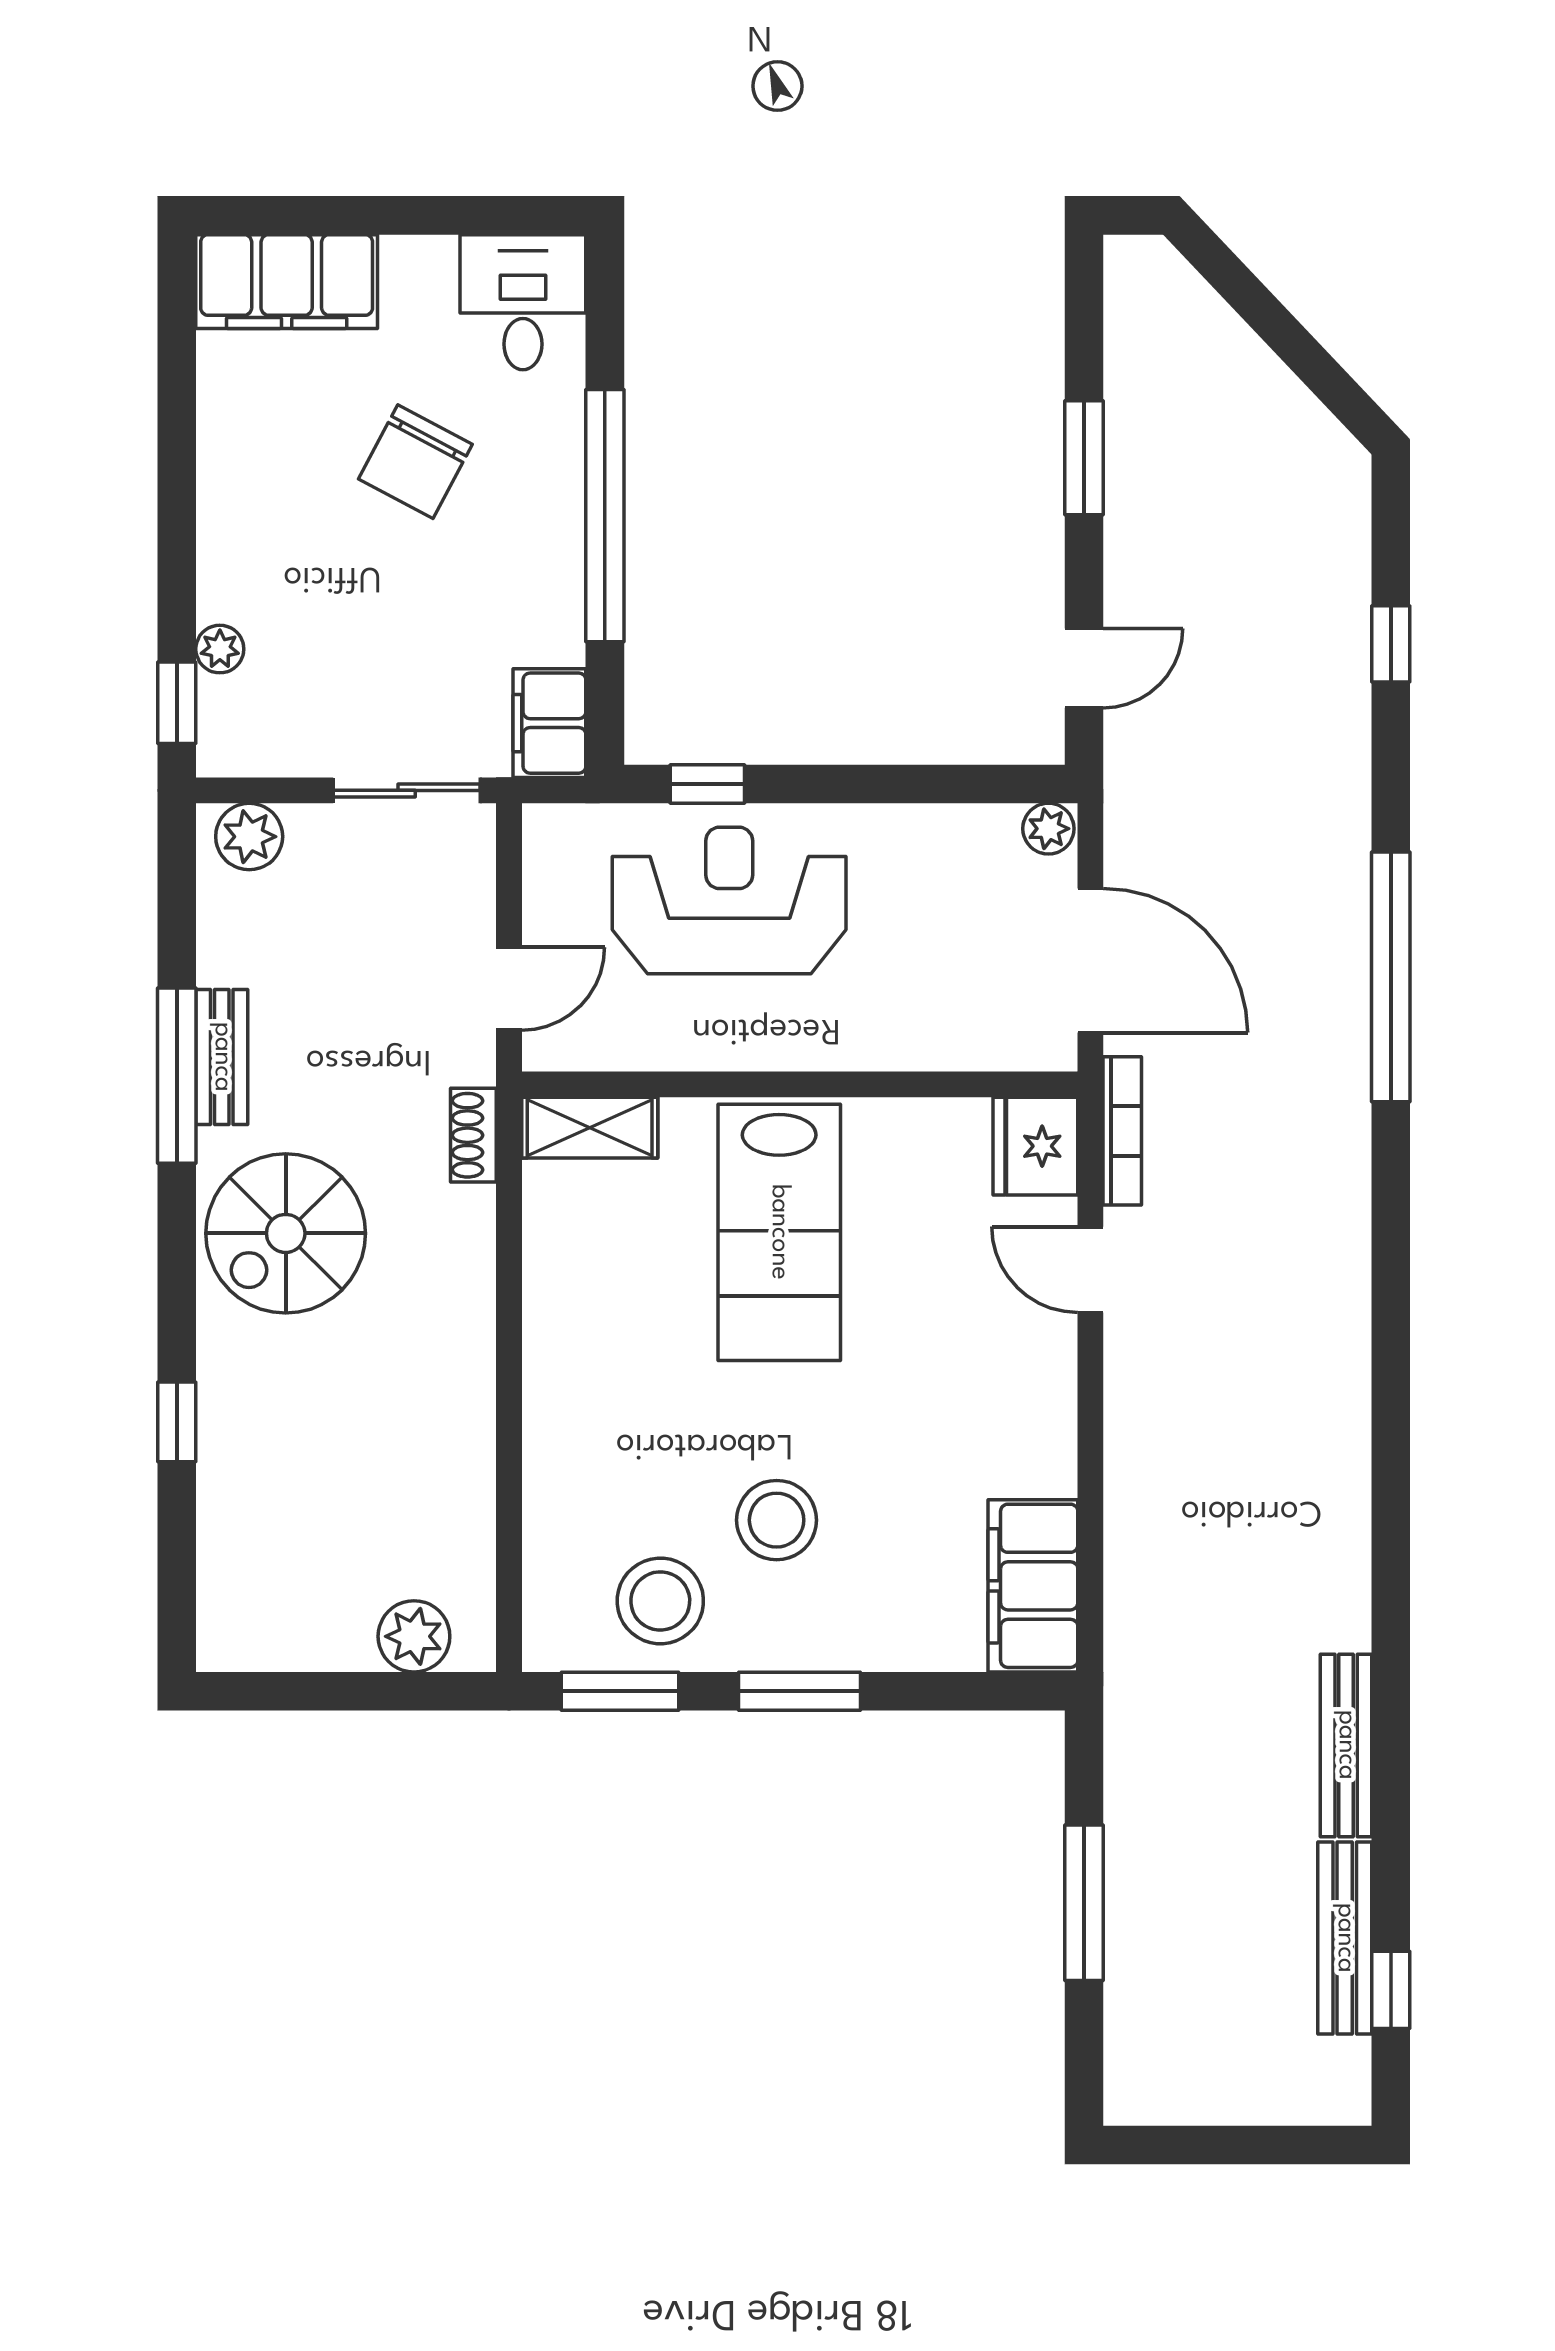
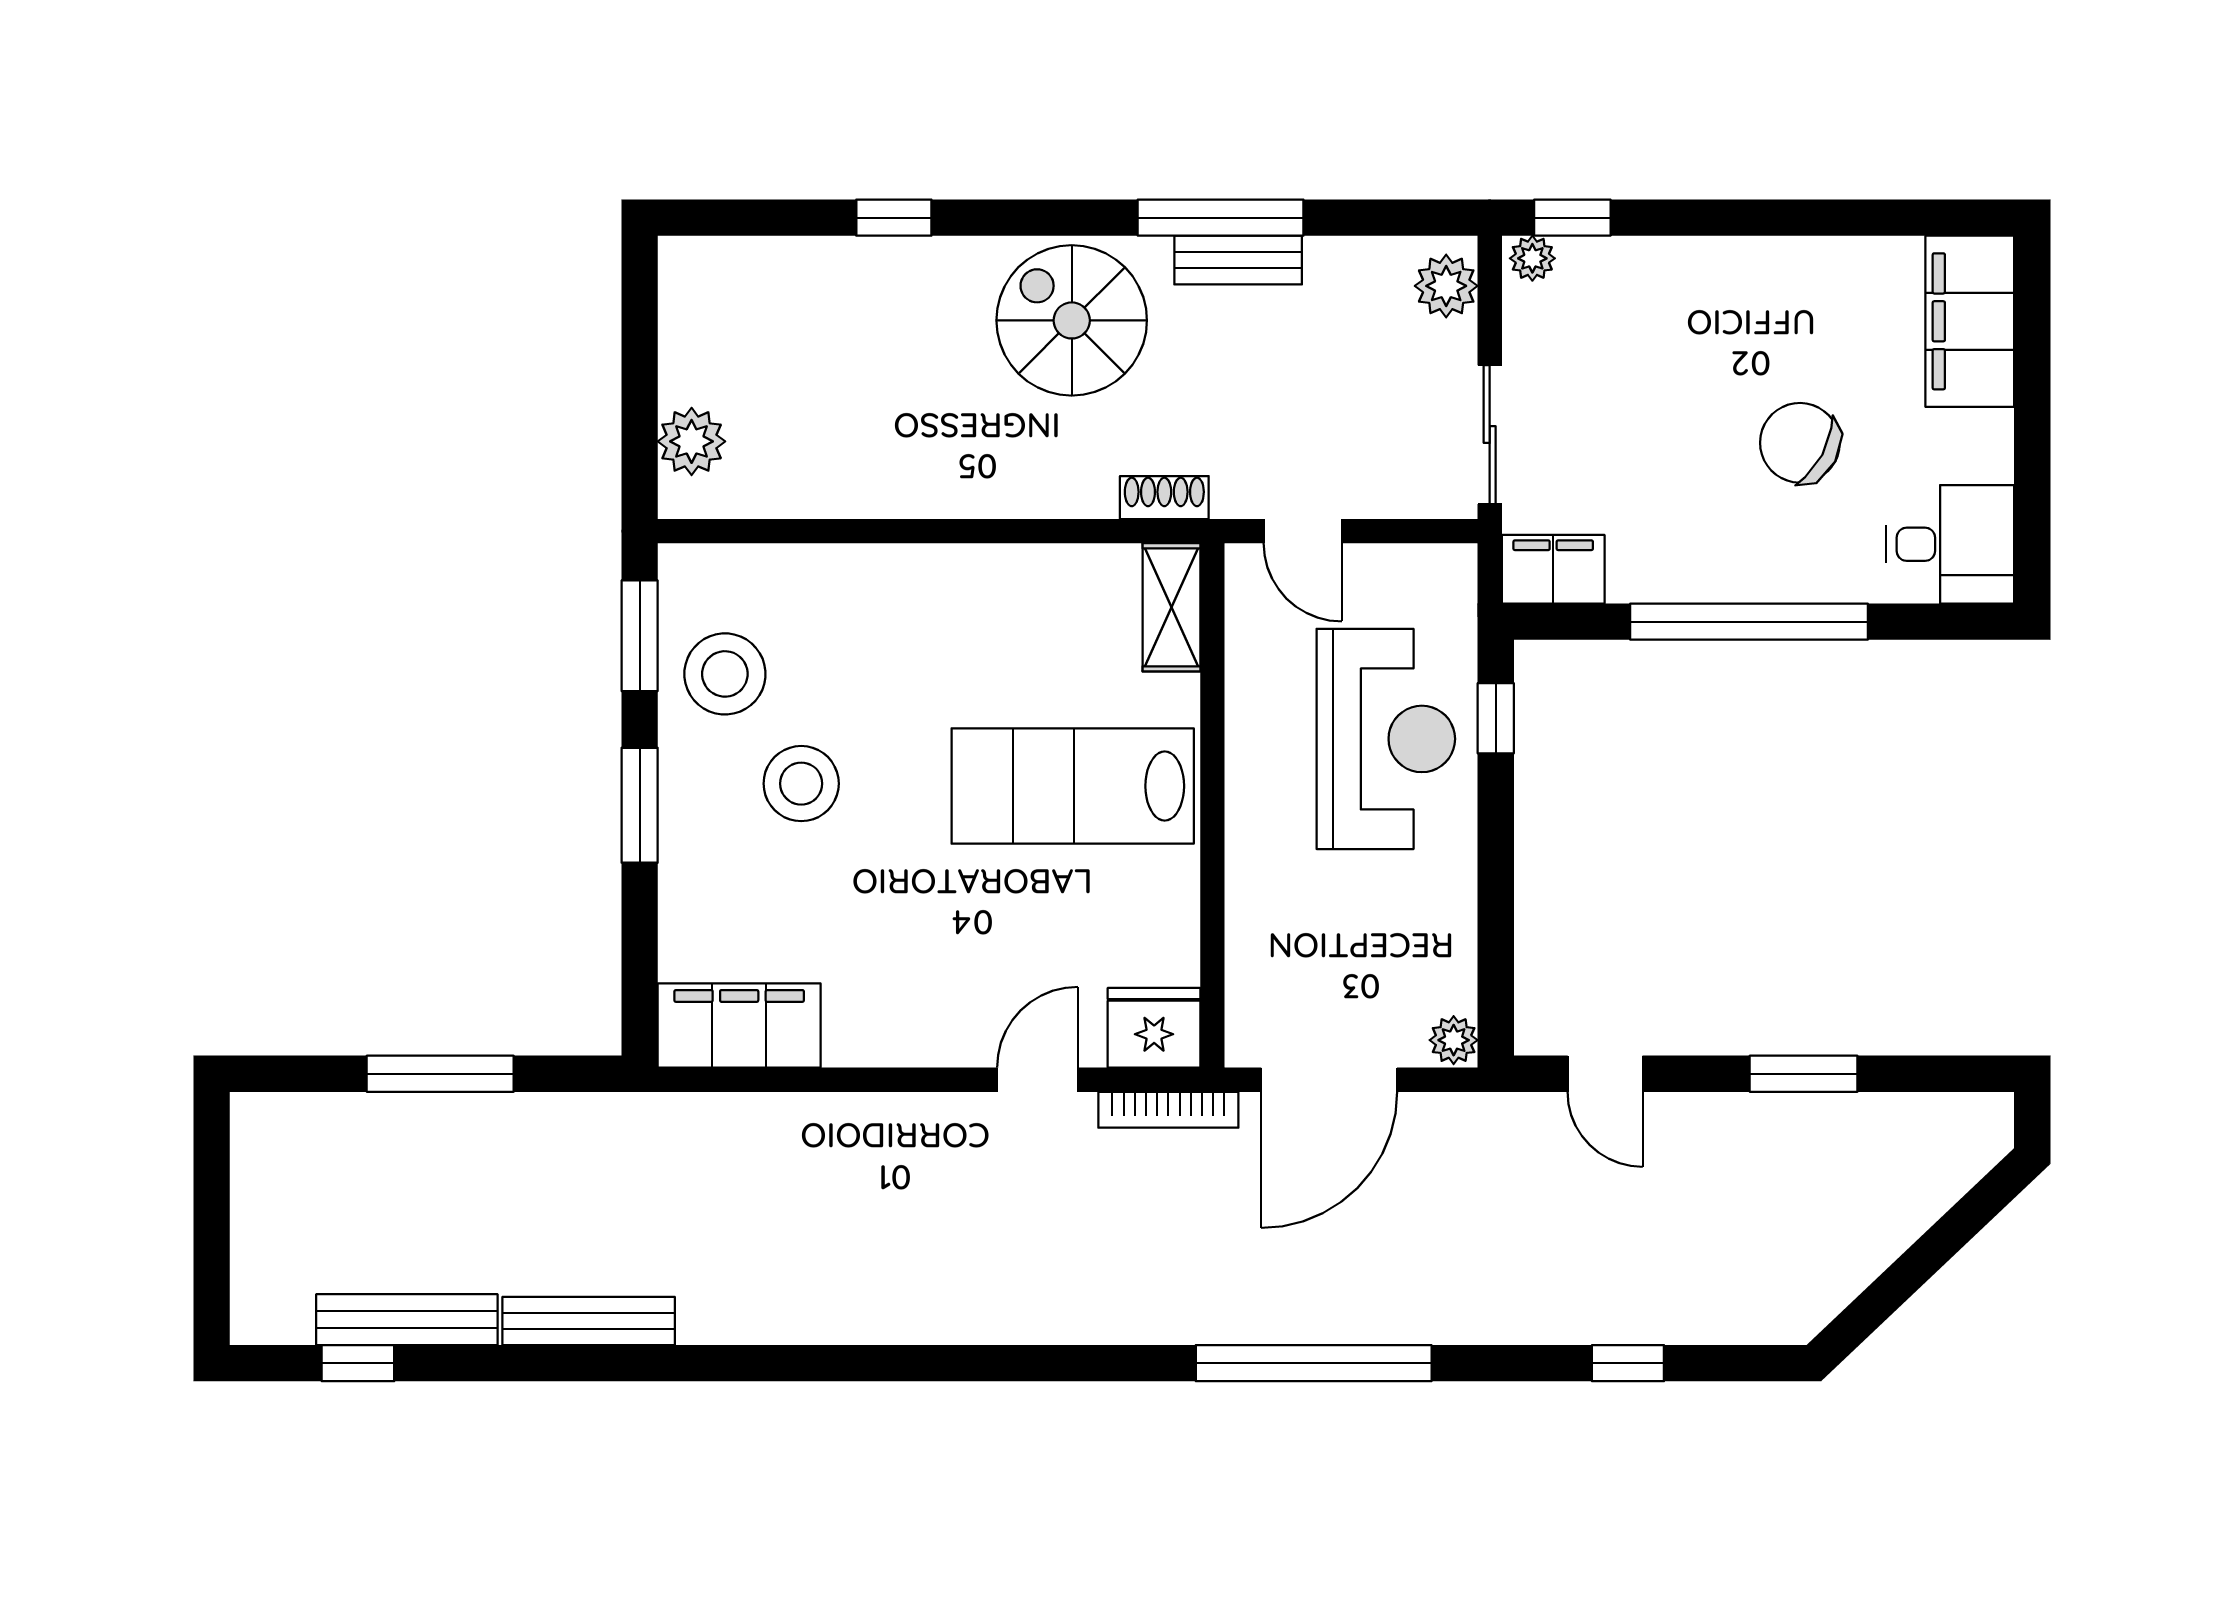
plant: (220, 649) -> (1532, 258), moved

